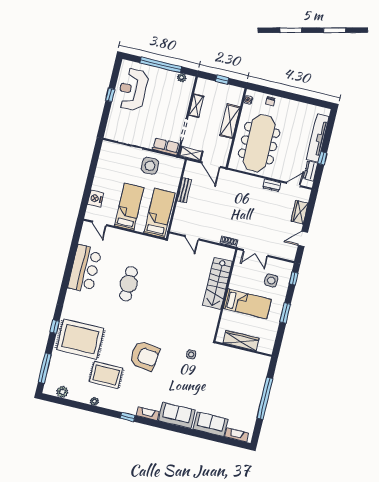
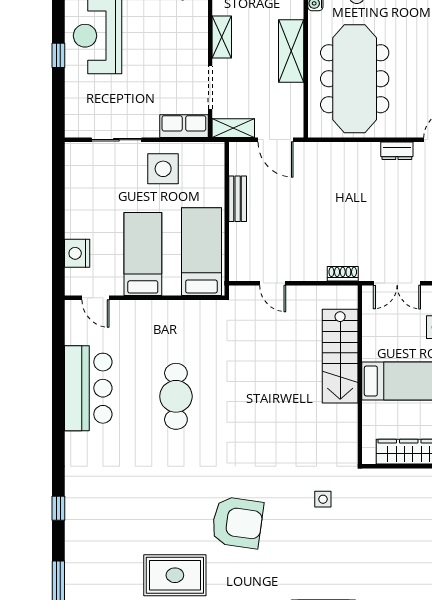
rug: (80, 339) -> (111, 520), removed

